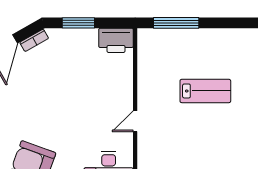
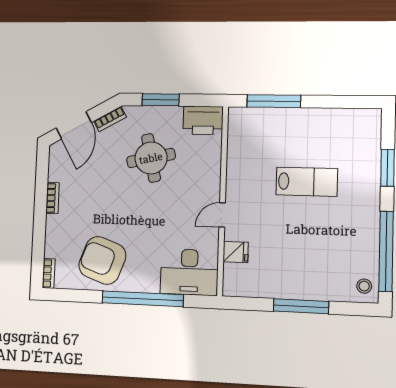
round table: (72, 74) -> (151, 158), added
fridge: (148, 152) -> (236, 252), added

